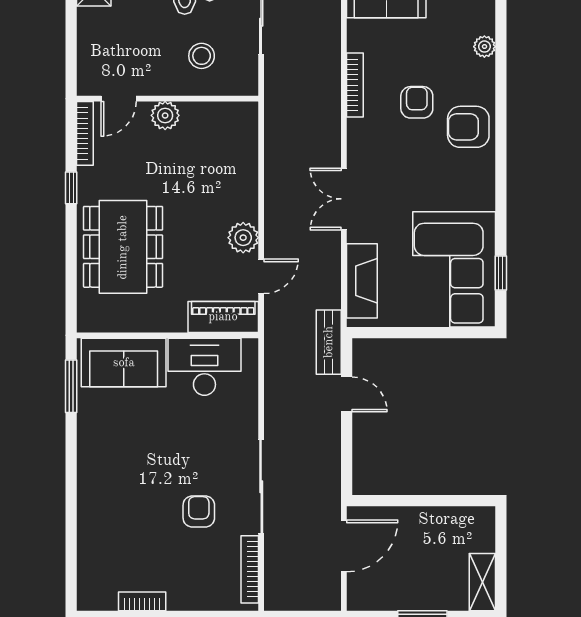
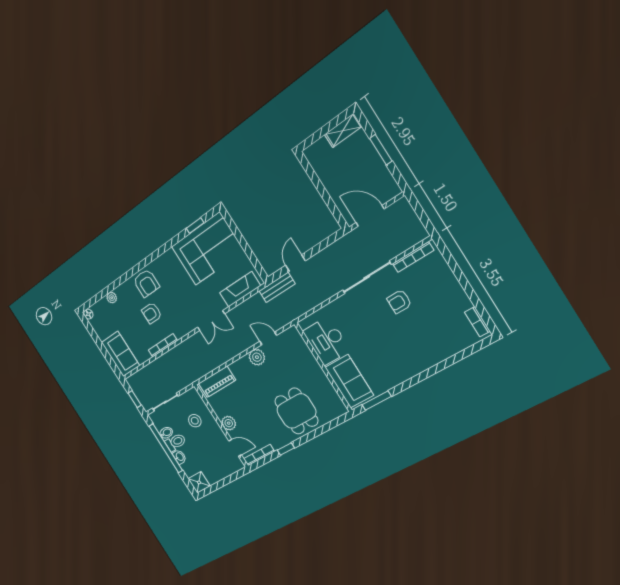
dining table: (123, 247) -> (296, 411), width x0.73
piano: (223, 317) -> (217, 382), moved, turned -90
bookcase: (142, 601) -> (477, 322), moved

